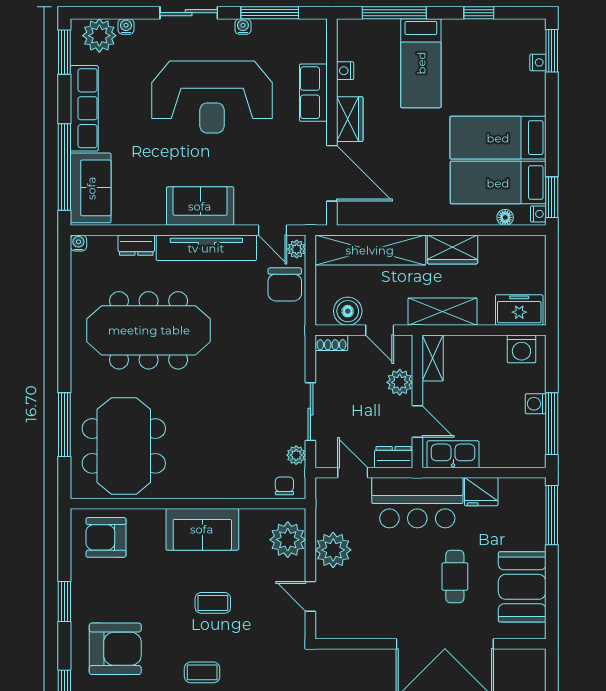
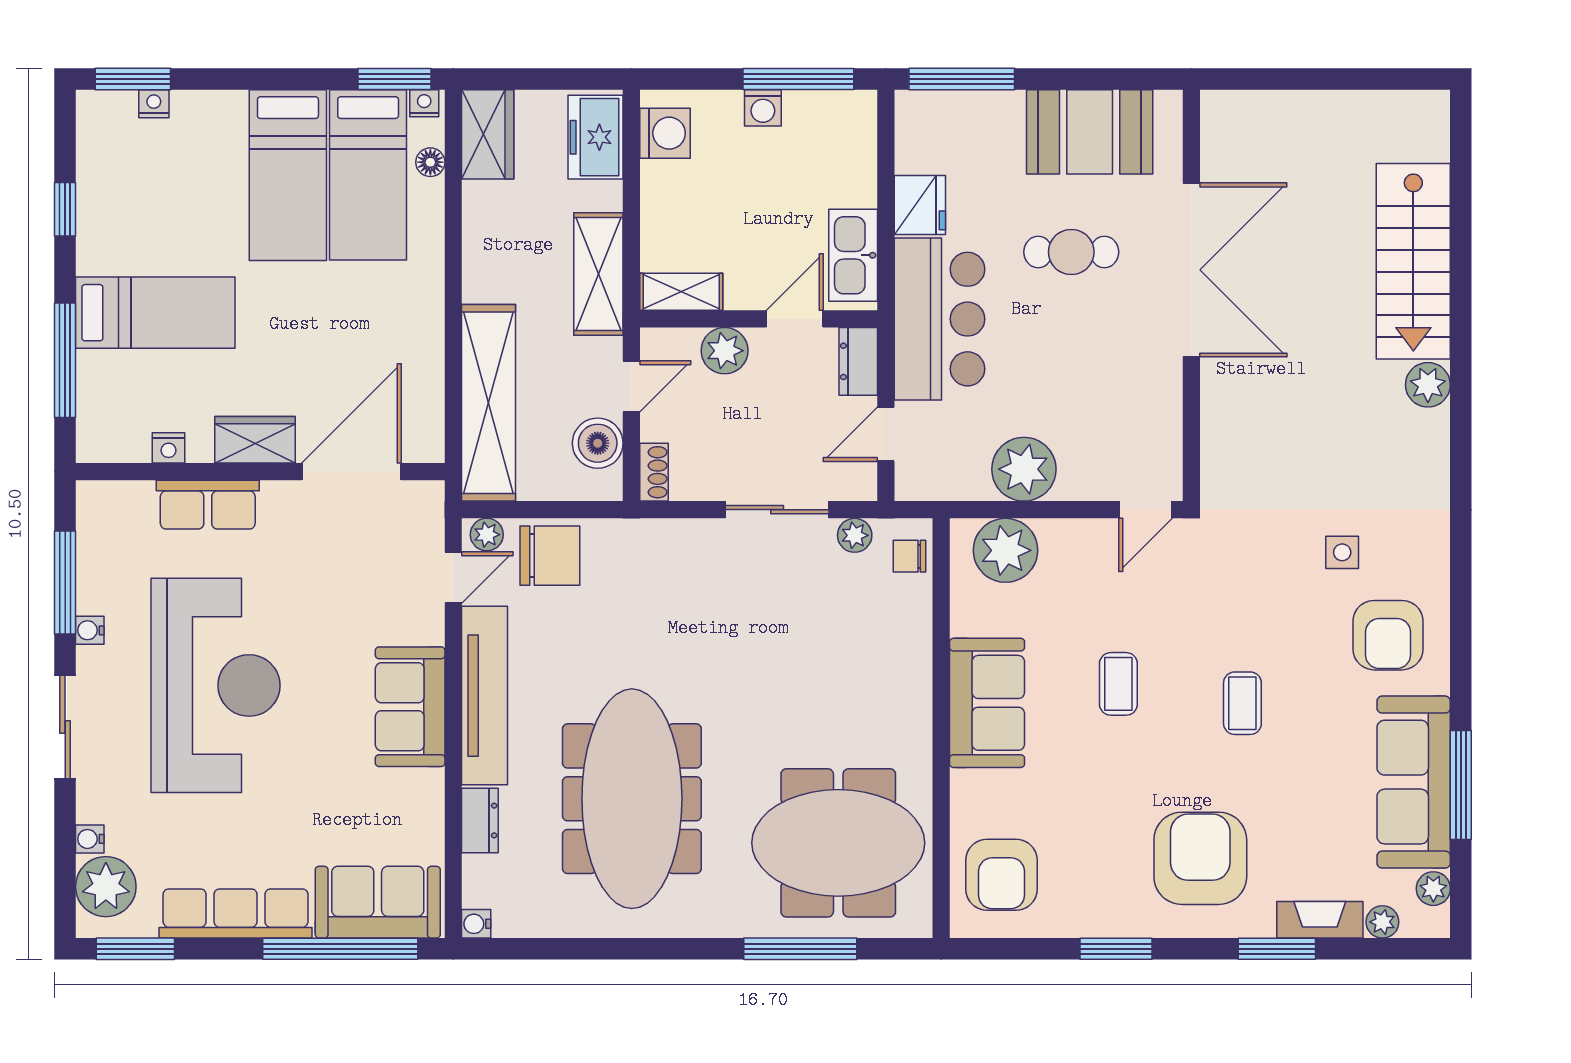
wardrobe: (452, 249) -> (488, 134), moved
door: (310, 596) -> (1146, 510), moved

